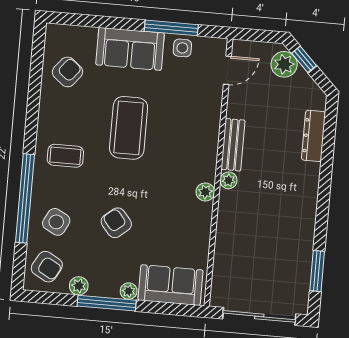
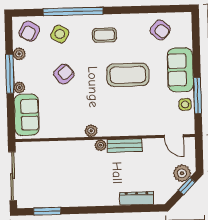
coffee table: (65, 156) -> (104, 35), turned 90

